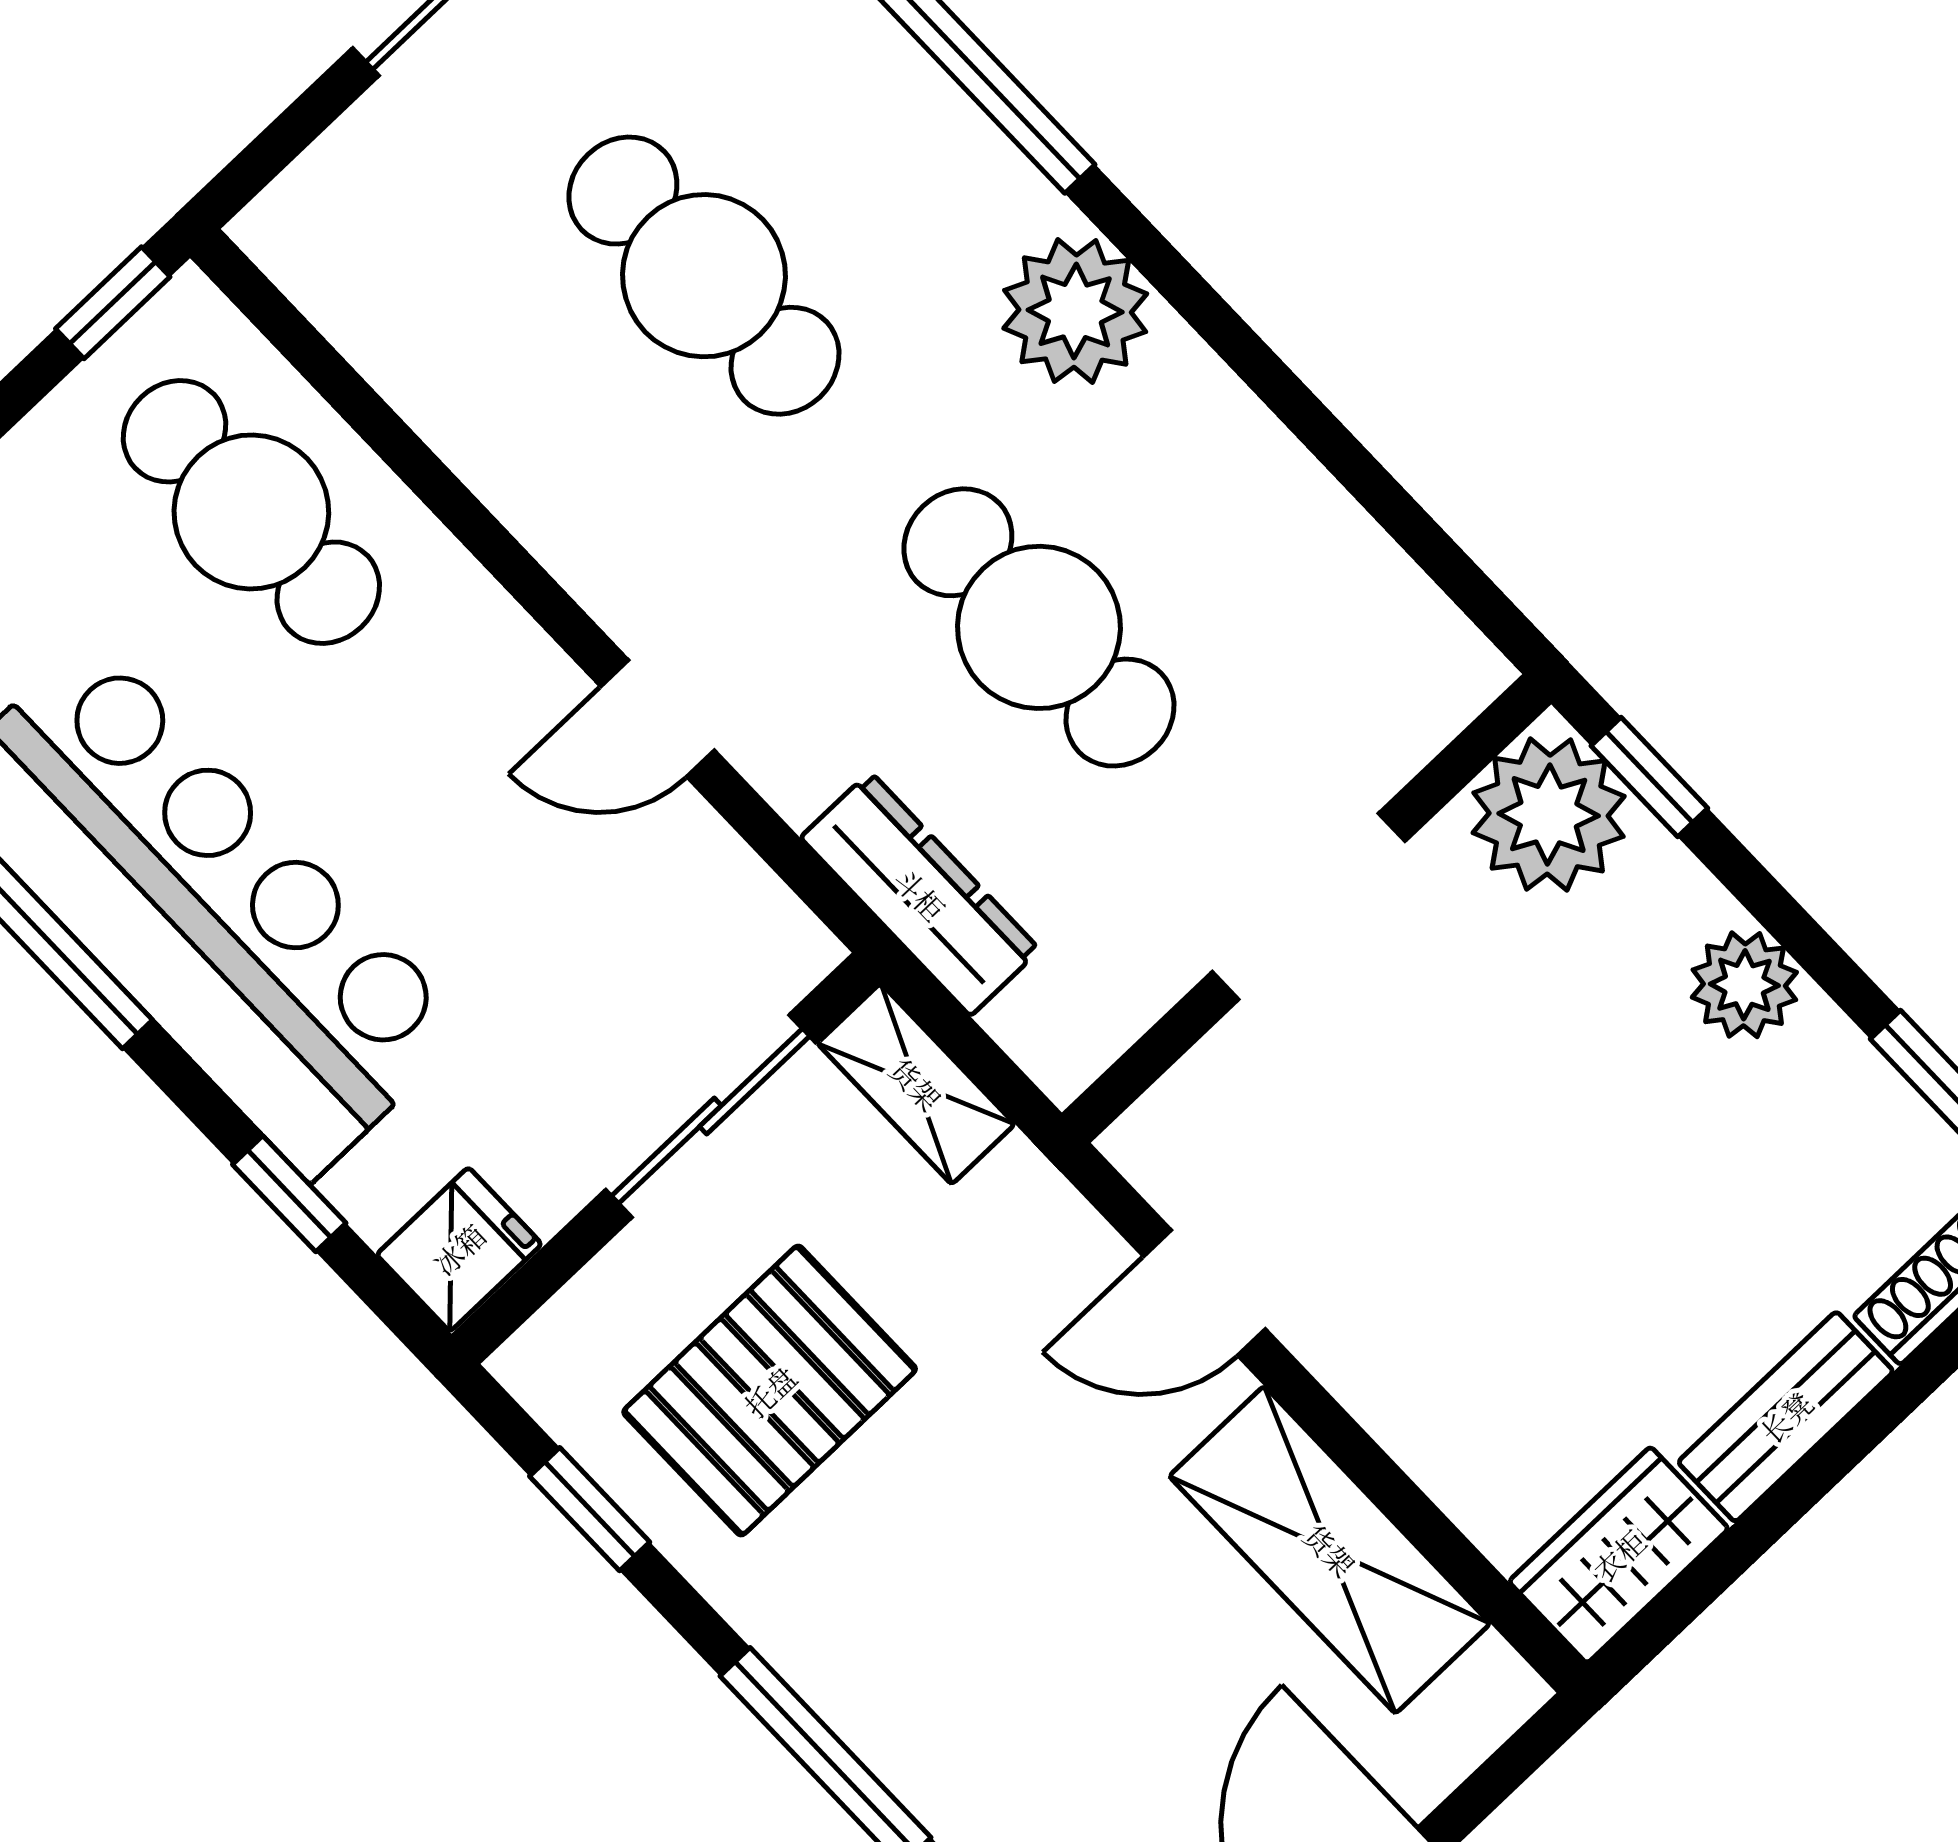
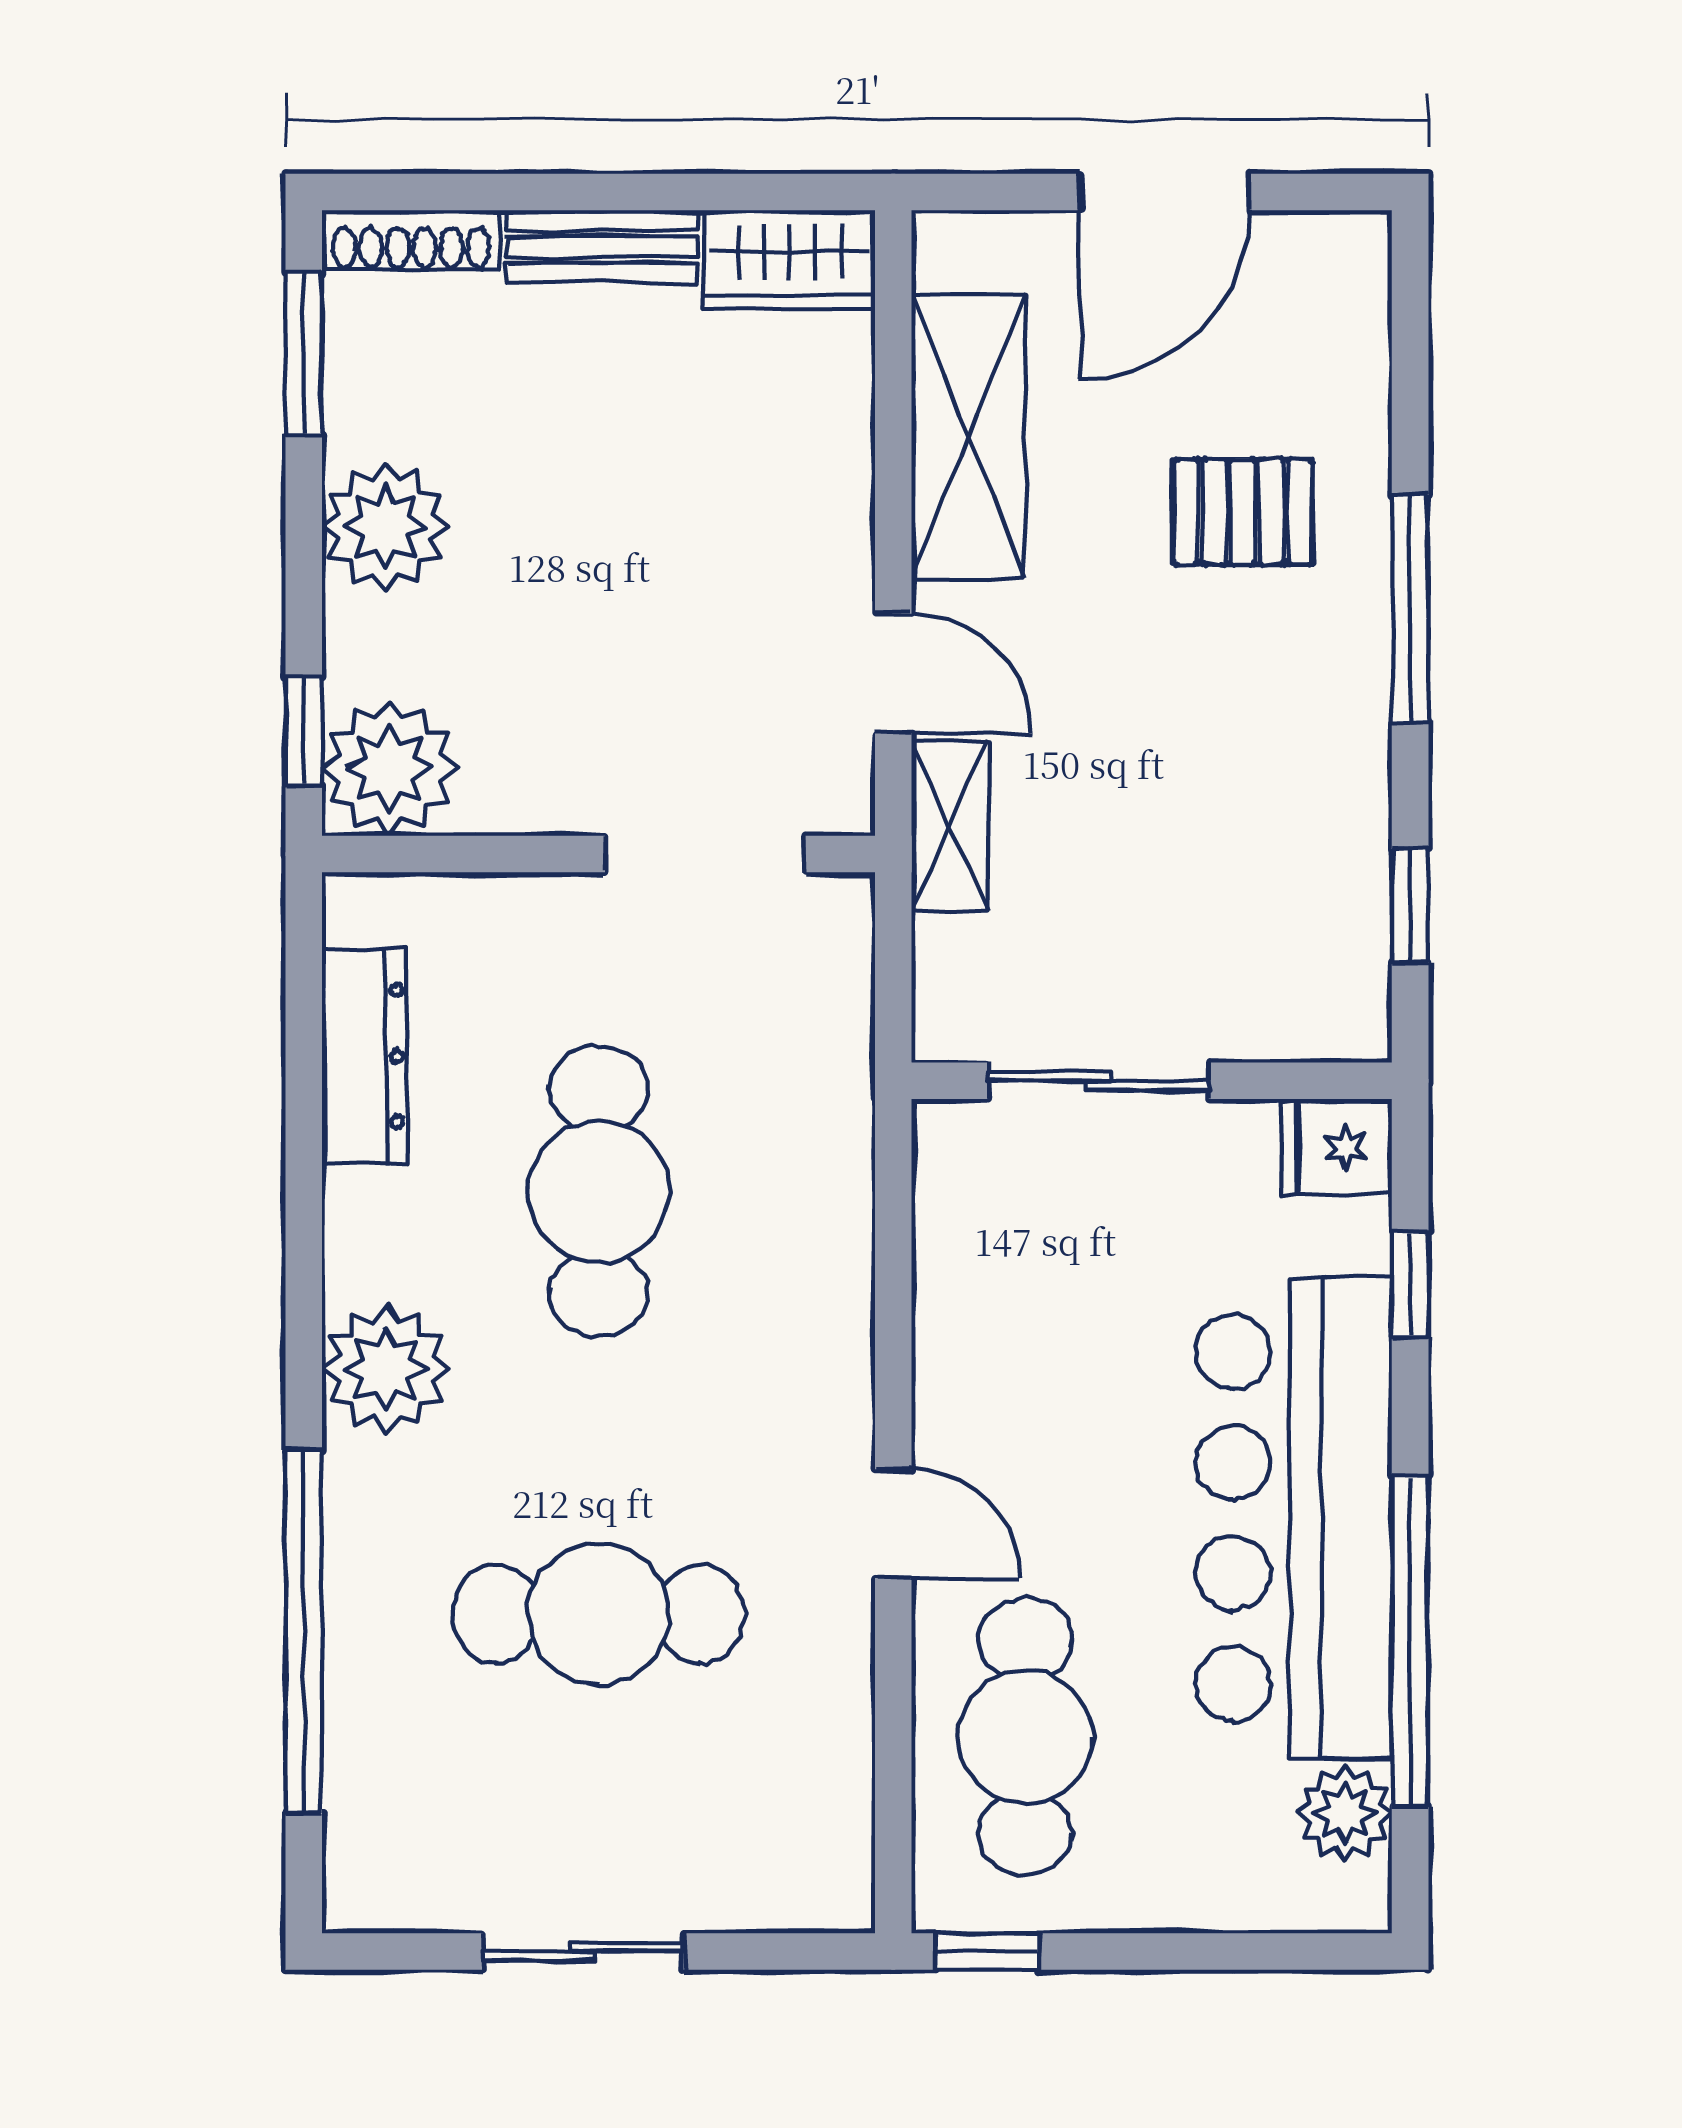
cafe table: (704, 276) -> (598, 1614), turned 90
door: (658, 718) -> (893, 1524), moved
dresser: (920, 894) -> (364, 1056), moved, turned 180
doorway: (1309, 907) -> (705, 854), moved
plant: (1744, 985) -> (385, 527), width x1.36, depth x1.36
shelving: (916, 1084) -> (950, 826), moved
pallet: (770, 1391) -> (1243, 512), moved, width x0.67, depth x0.71

